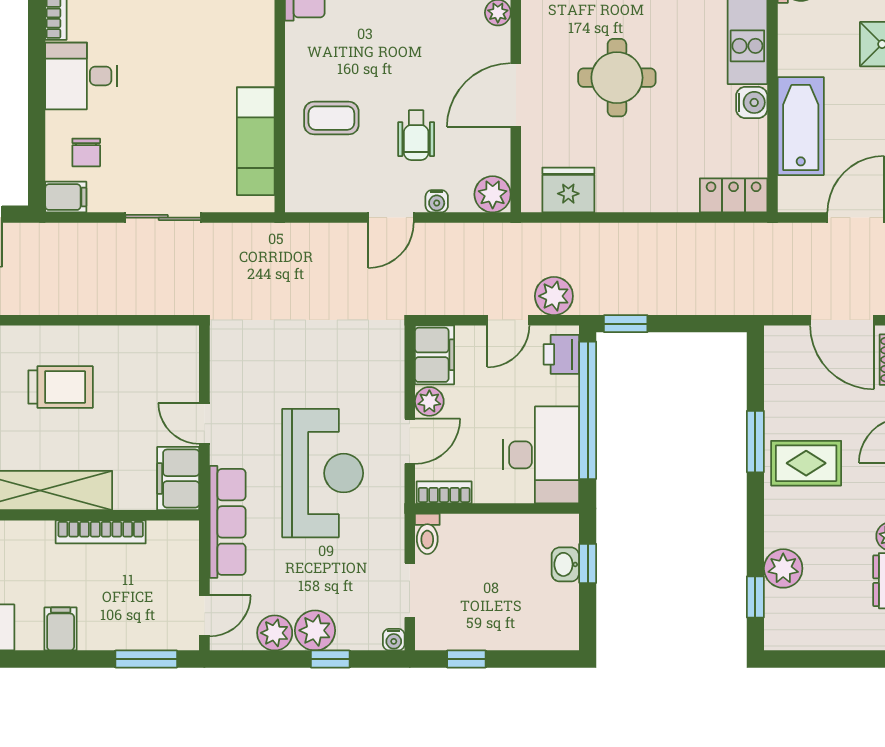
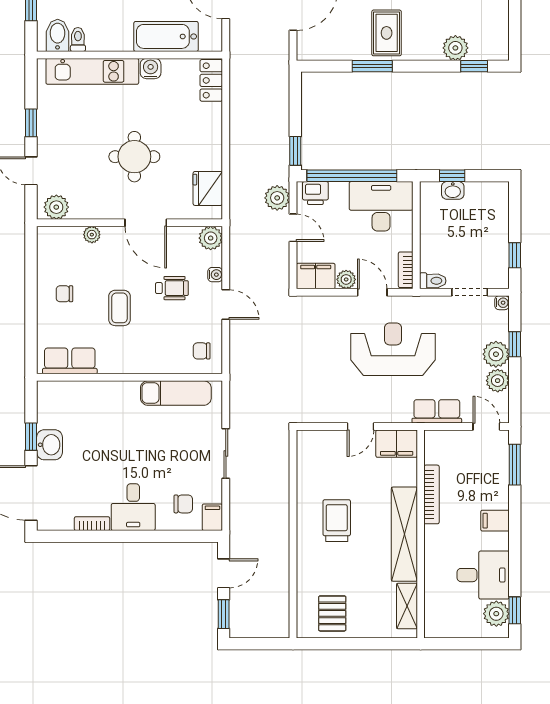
coffee table: (331, 118) -> (120, 308), moved
chair: (320, 180) -> (202, 351), added
row of seats: (228, 522) -> (437, 411), width x0.68

